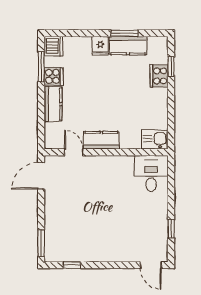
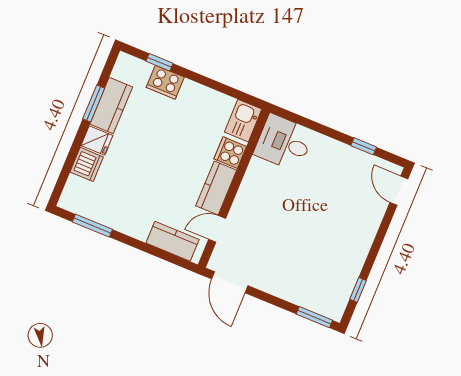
dishwasher: (53, 46) -> (87, 164), moved, turned 90
cooker: (54, 76) -> (230, 153), moved, turned -90
kitchen counter: (53, 104) -> (173, 241), moved
door: (151, 265) -> (399, 191), swing flipped

